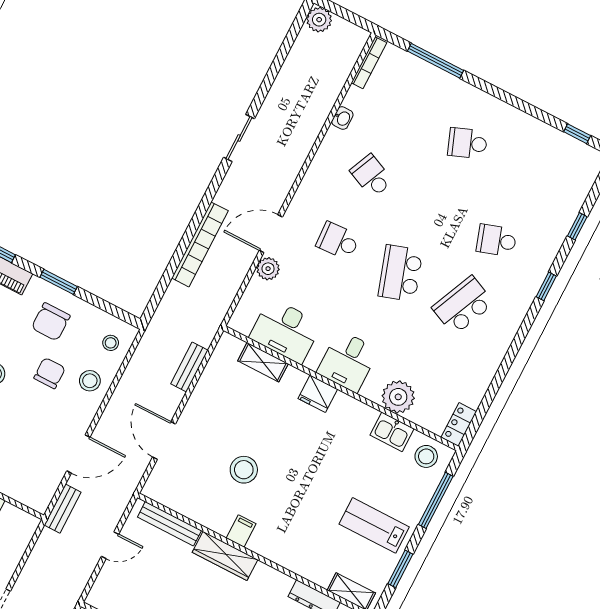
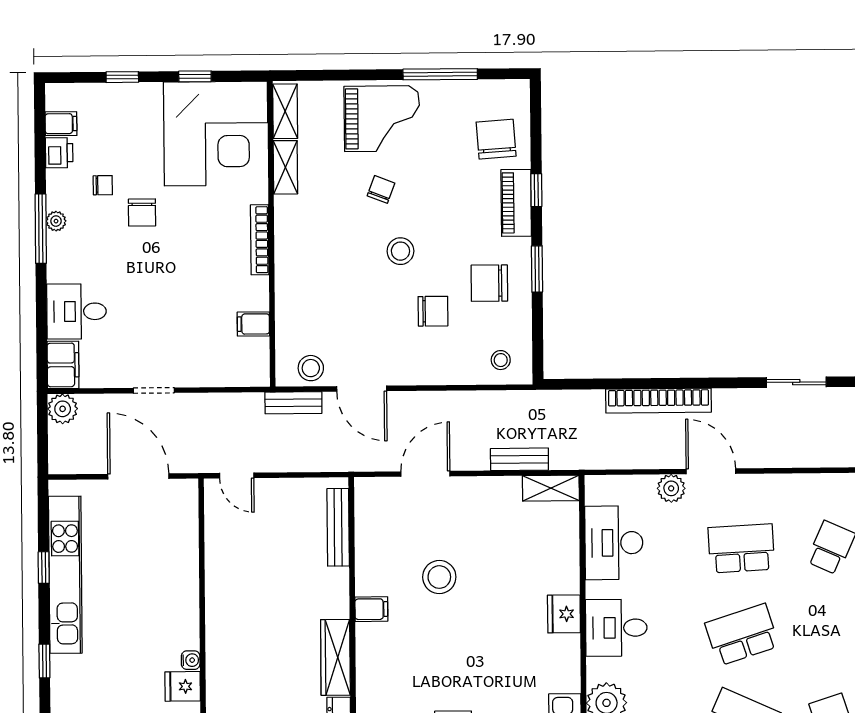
school desk: (338, 241) -> (741, 548), width x1.85
shelving: (263, 362) -> (551, 488), moved, turned 90
stool: (90, 381) -> (311, 368), moved
door: (110, 545) -> (237, 475), moved
wardrobe: (225, 556) -> (335, 657), moved

